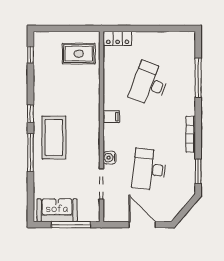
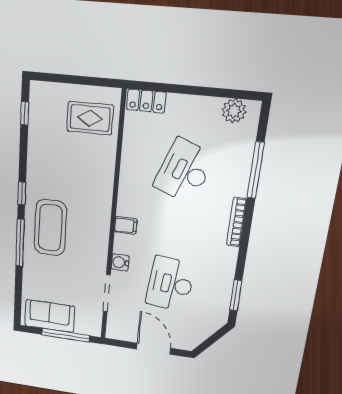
plant: (178, 39) -> (234, 111), added
filing cabinet: (111, 117) -> (126, 225), moved
bookcase: (191, 134) -> (237, 222), moved

